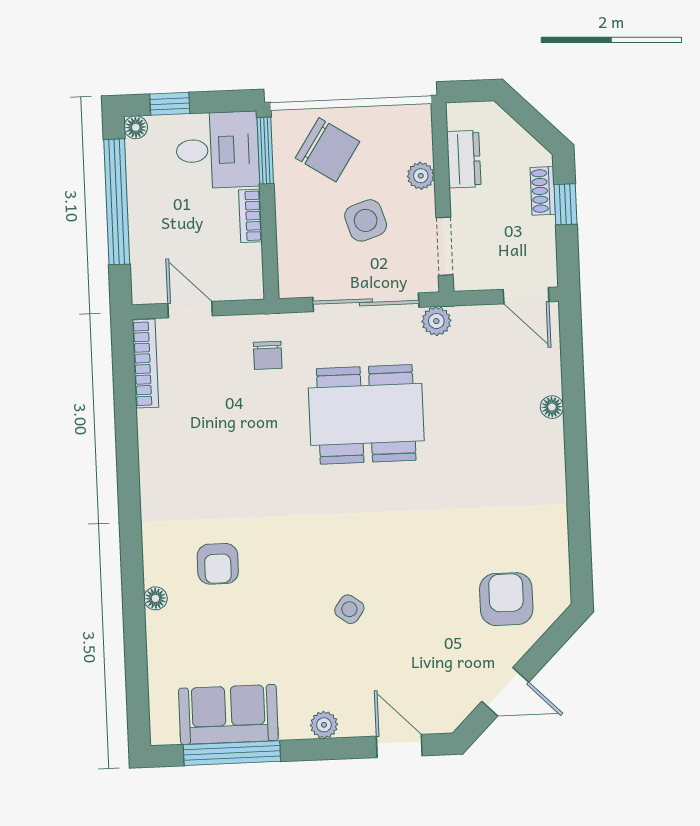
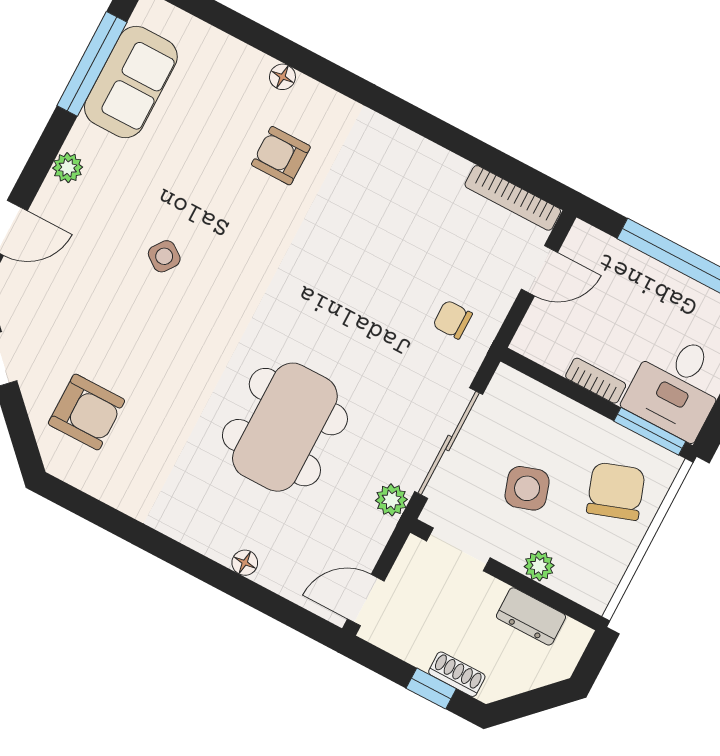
chair: (327, 150) -> (616, 491), turned 128
dining table: (366, 414) -> (285, 427), moved

